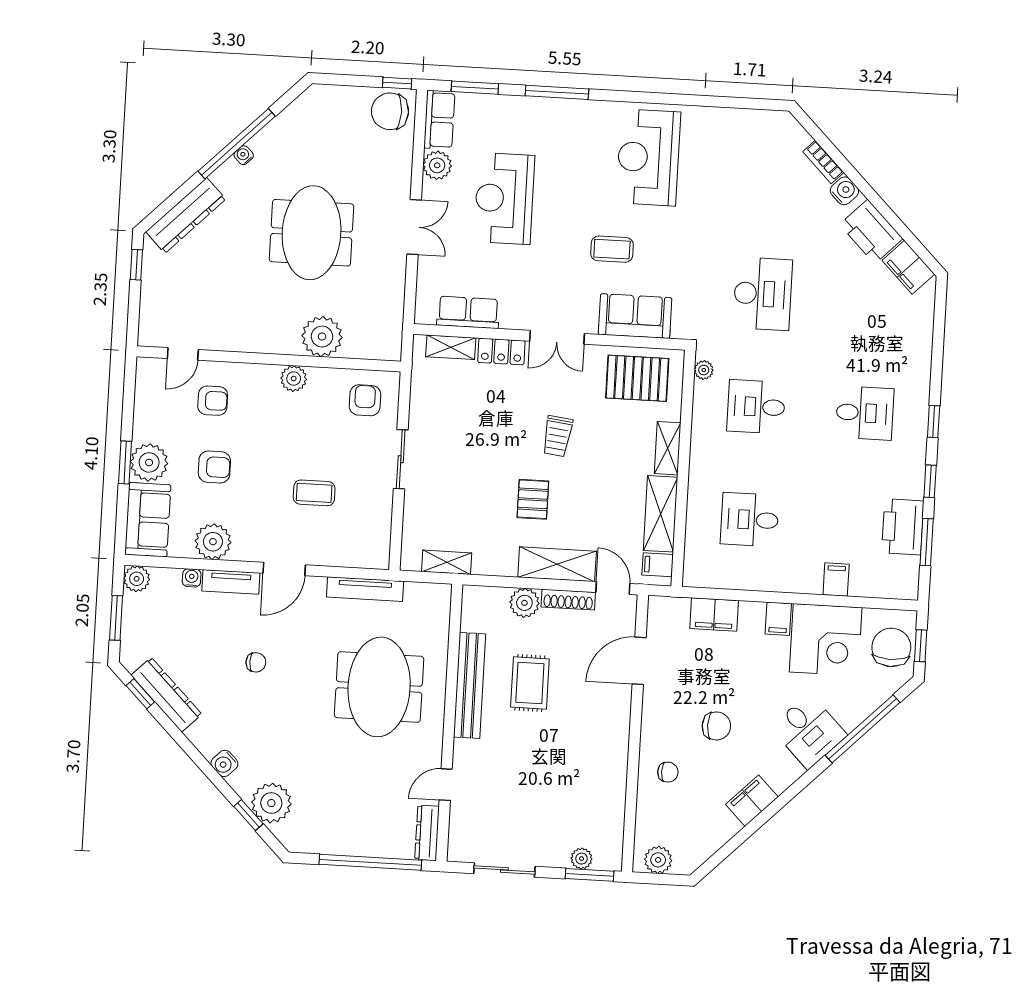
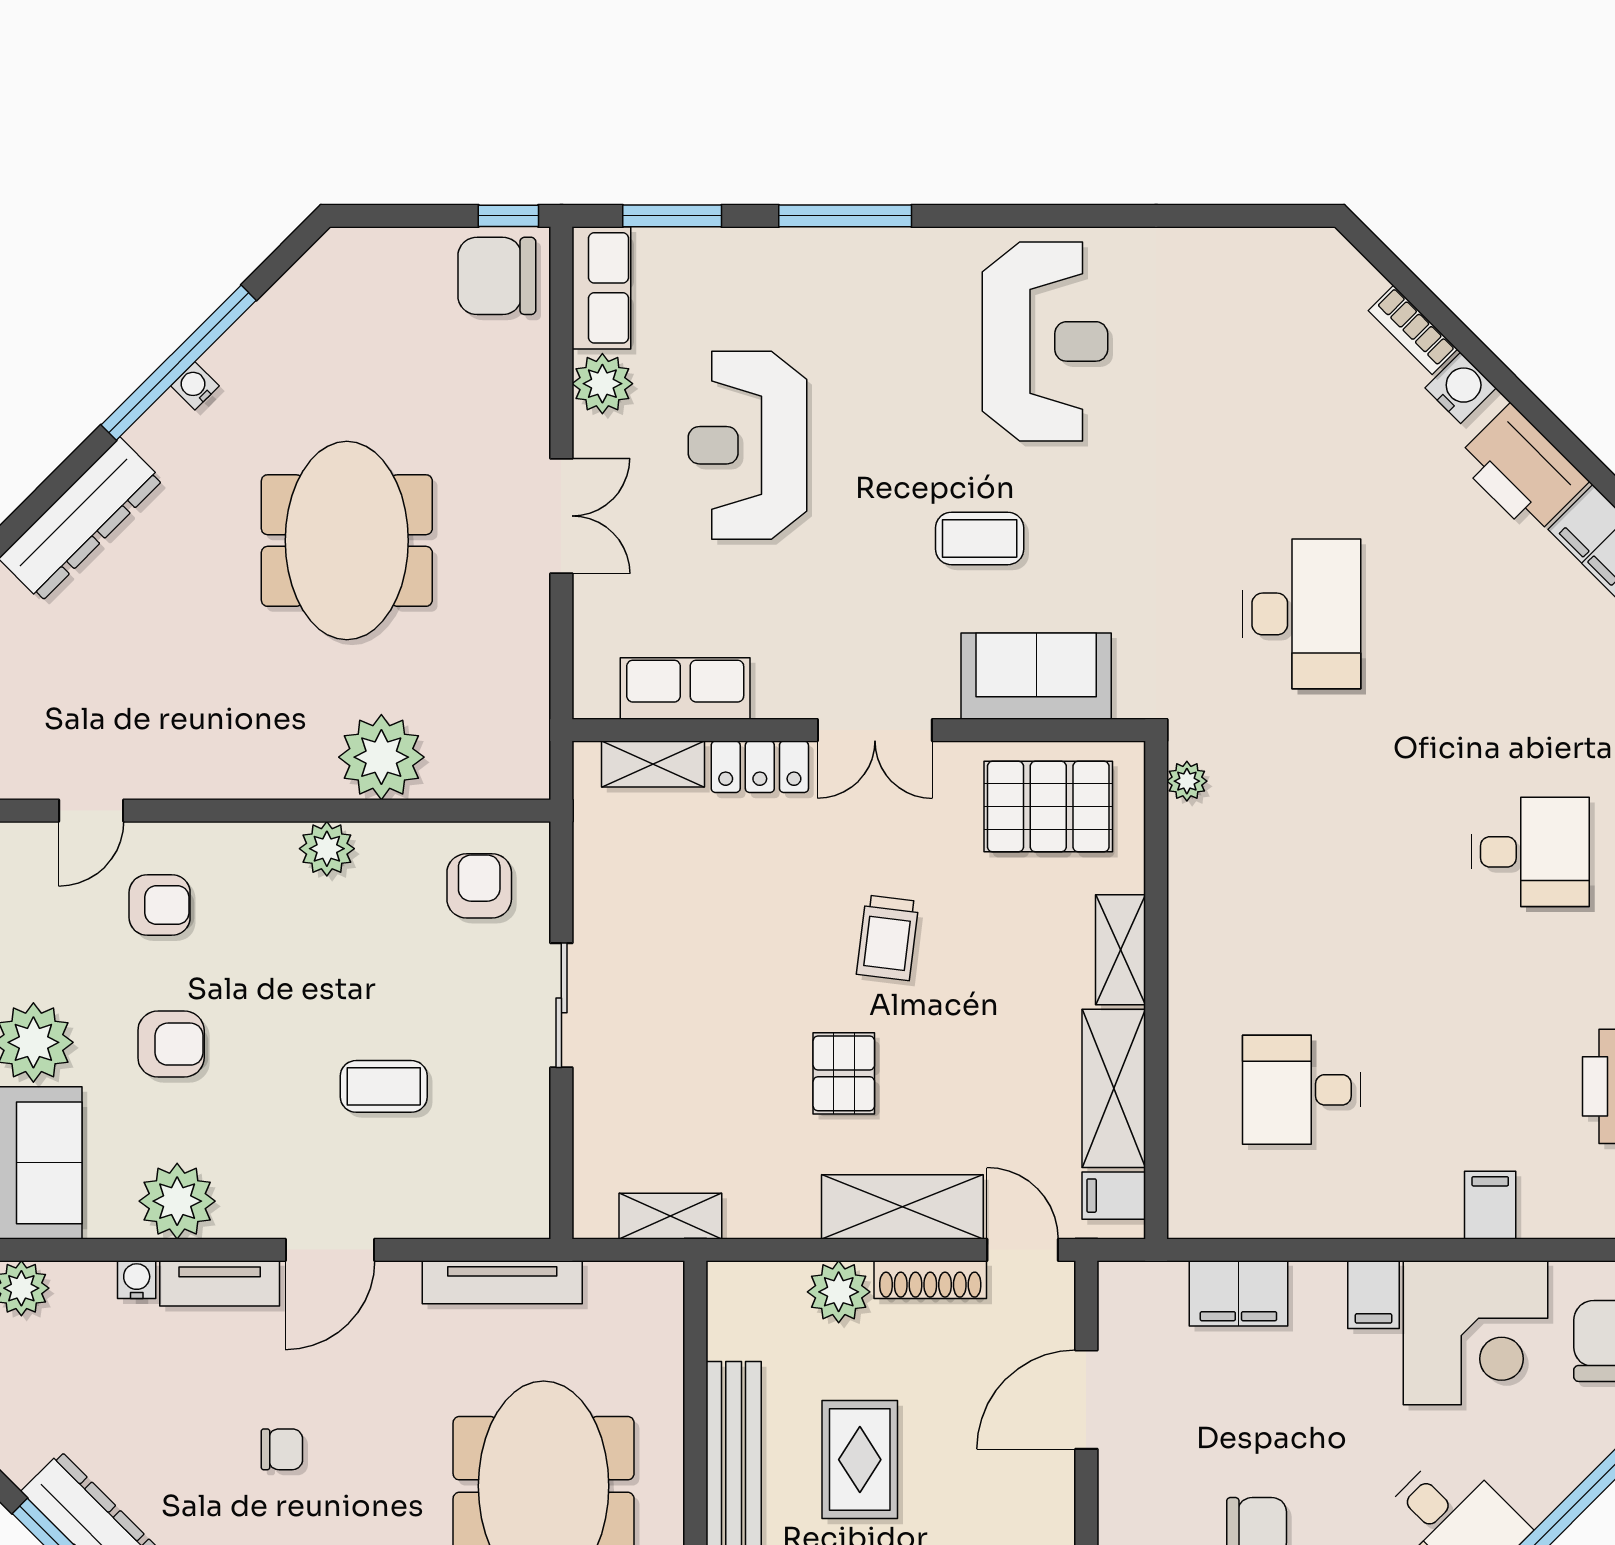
reception desk: (648, 157) -> (1045, 341), turned 180
desk: (756, 407) -> (1302, 852), removed

